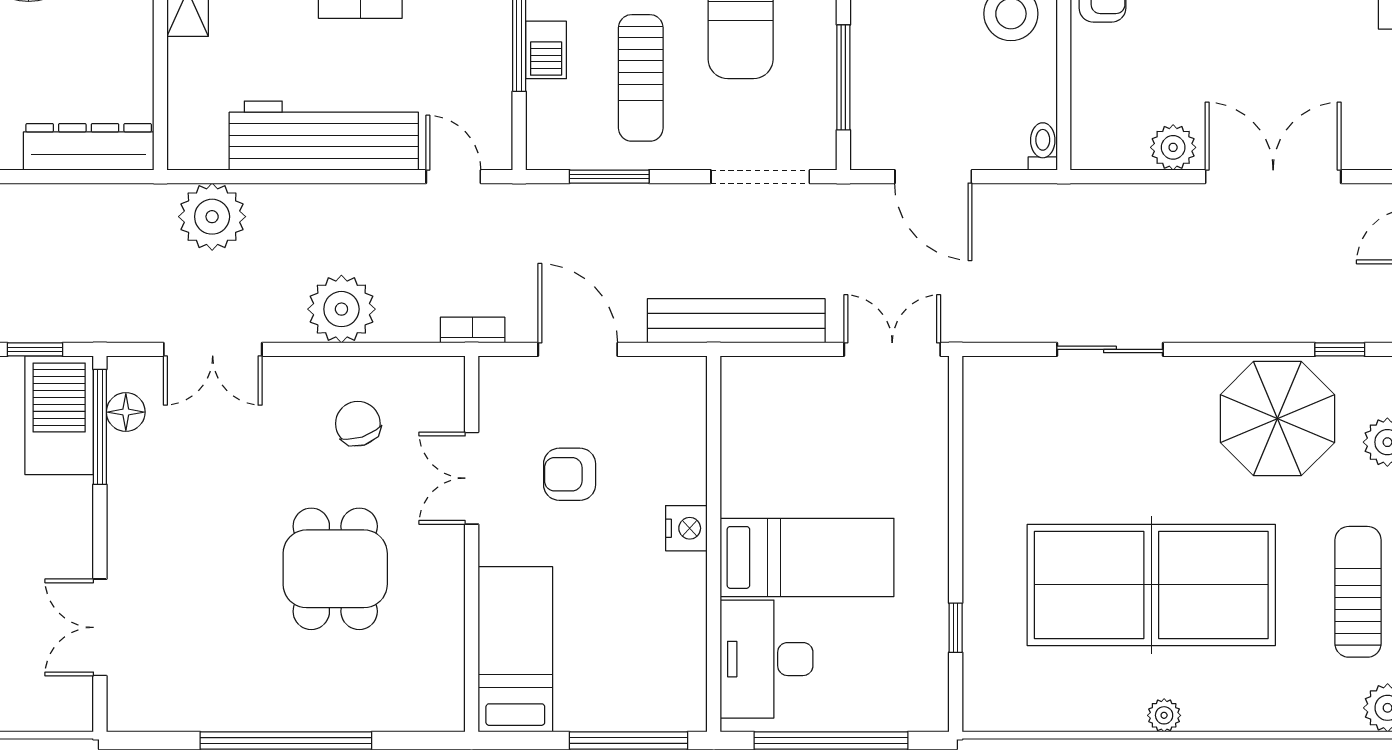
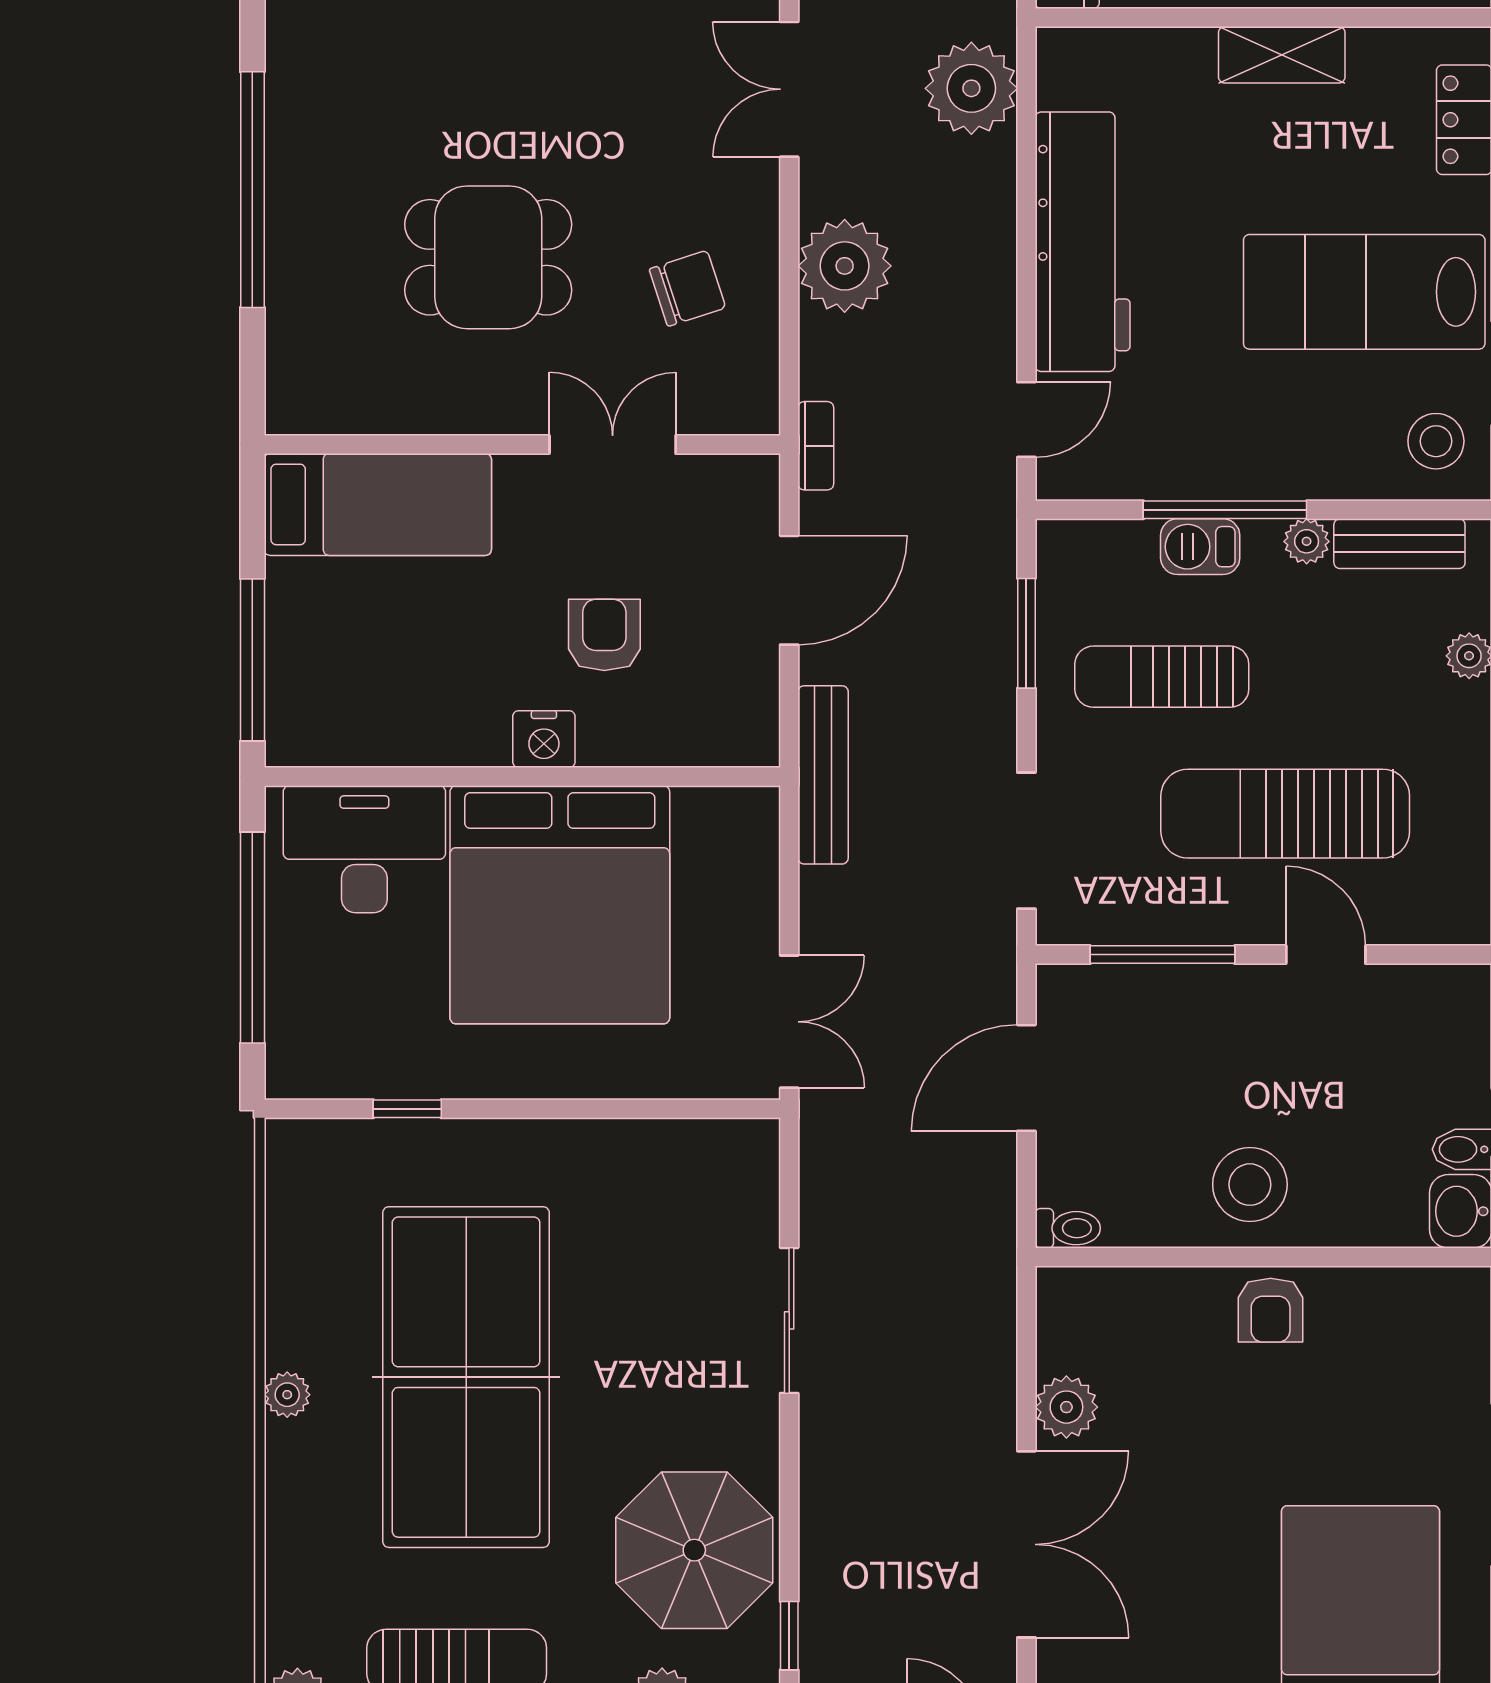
bench: (736, 321) -> (823, 775), width x0.73, depth x0.82
armchair: (570, 474) -> (604, 635), moved
bed: (807, 557) -> (560, 905), width x2.04

